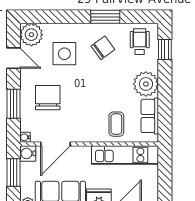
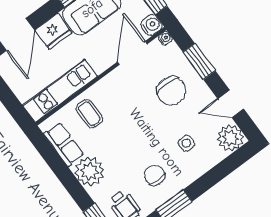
chair: (103, 48) -> (155, 175), turned 126
side table: (64, 54) -> (186, 143), width x0.54, depth x0.54

